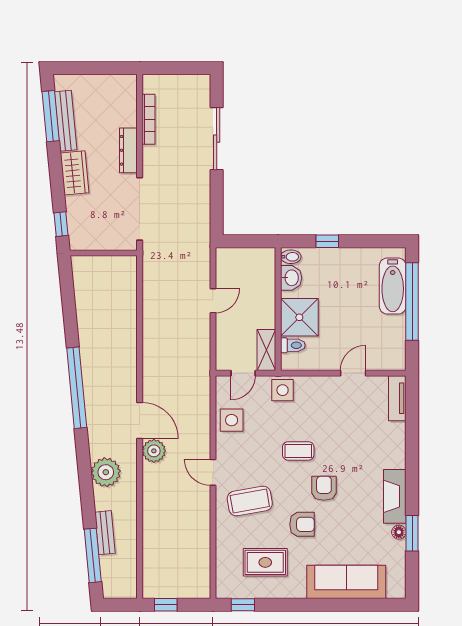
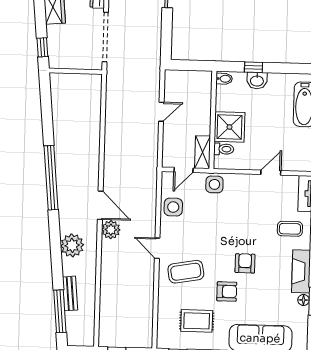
washbasin: (291, 278) -> (257, 81), moved, turned 90
coffee table: (298, 451) -> (290, 229), moved

